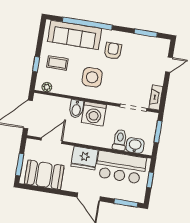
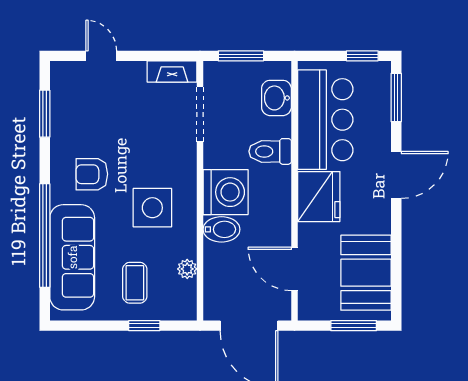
plant: (47, 87) -> (187, 269), moved
toilet: (120, 140) -> (270, 151), moved
window: (150, 180) -> (362, 56), moved

